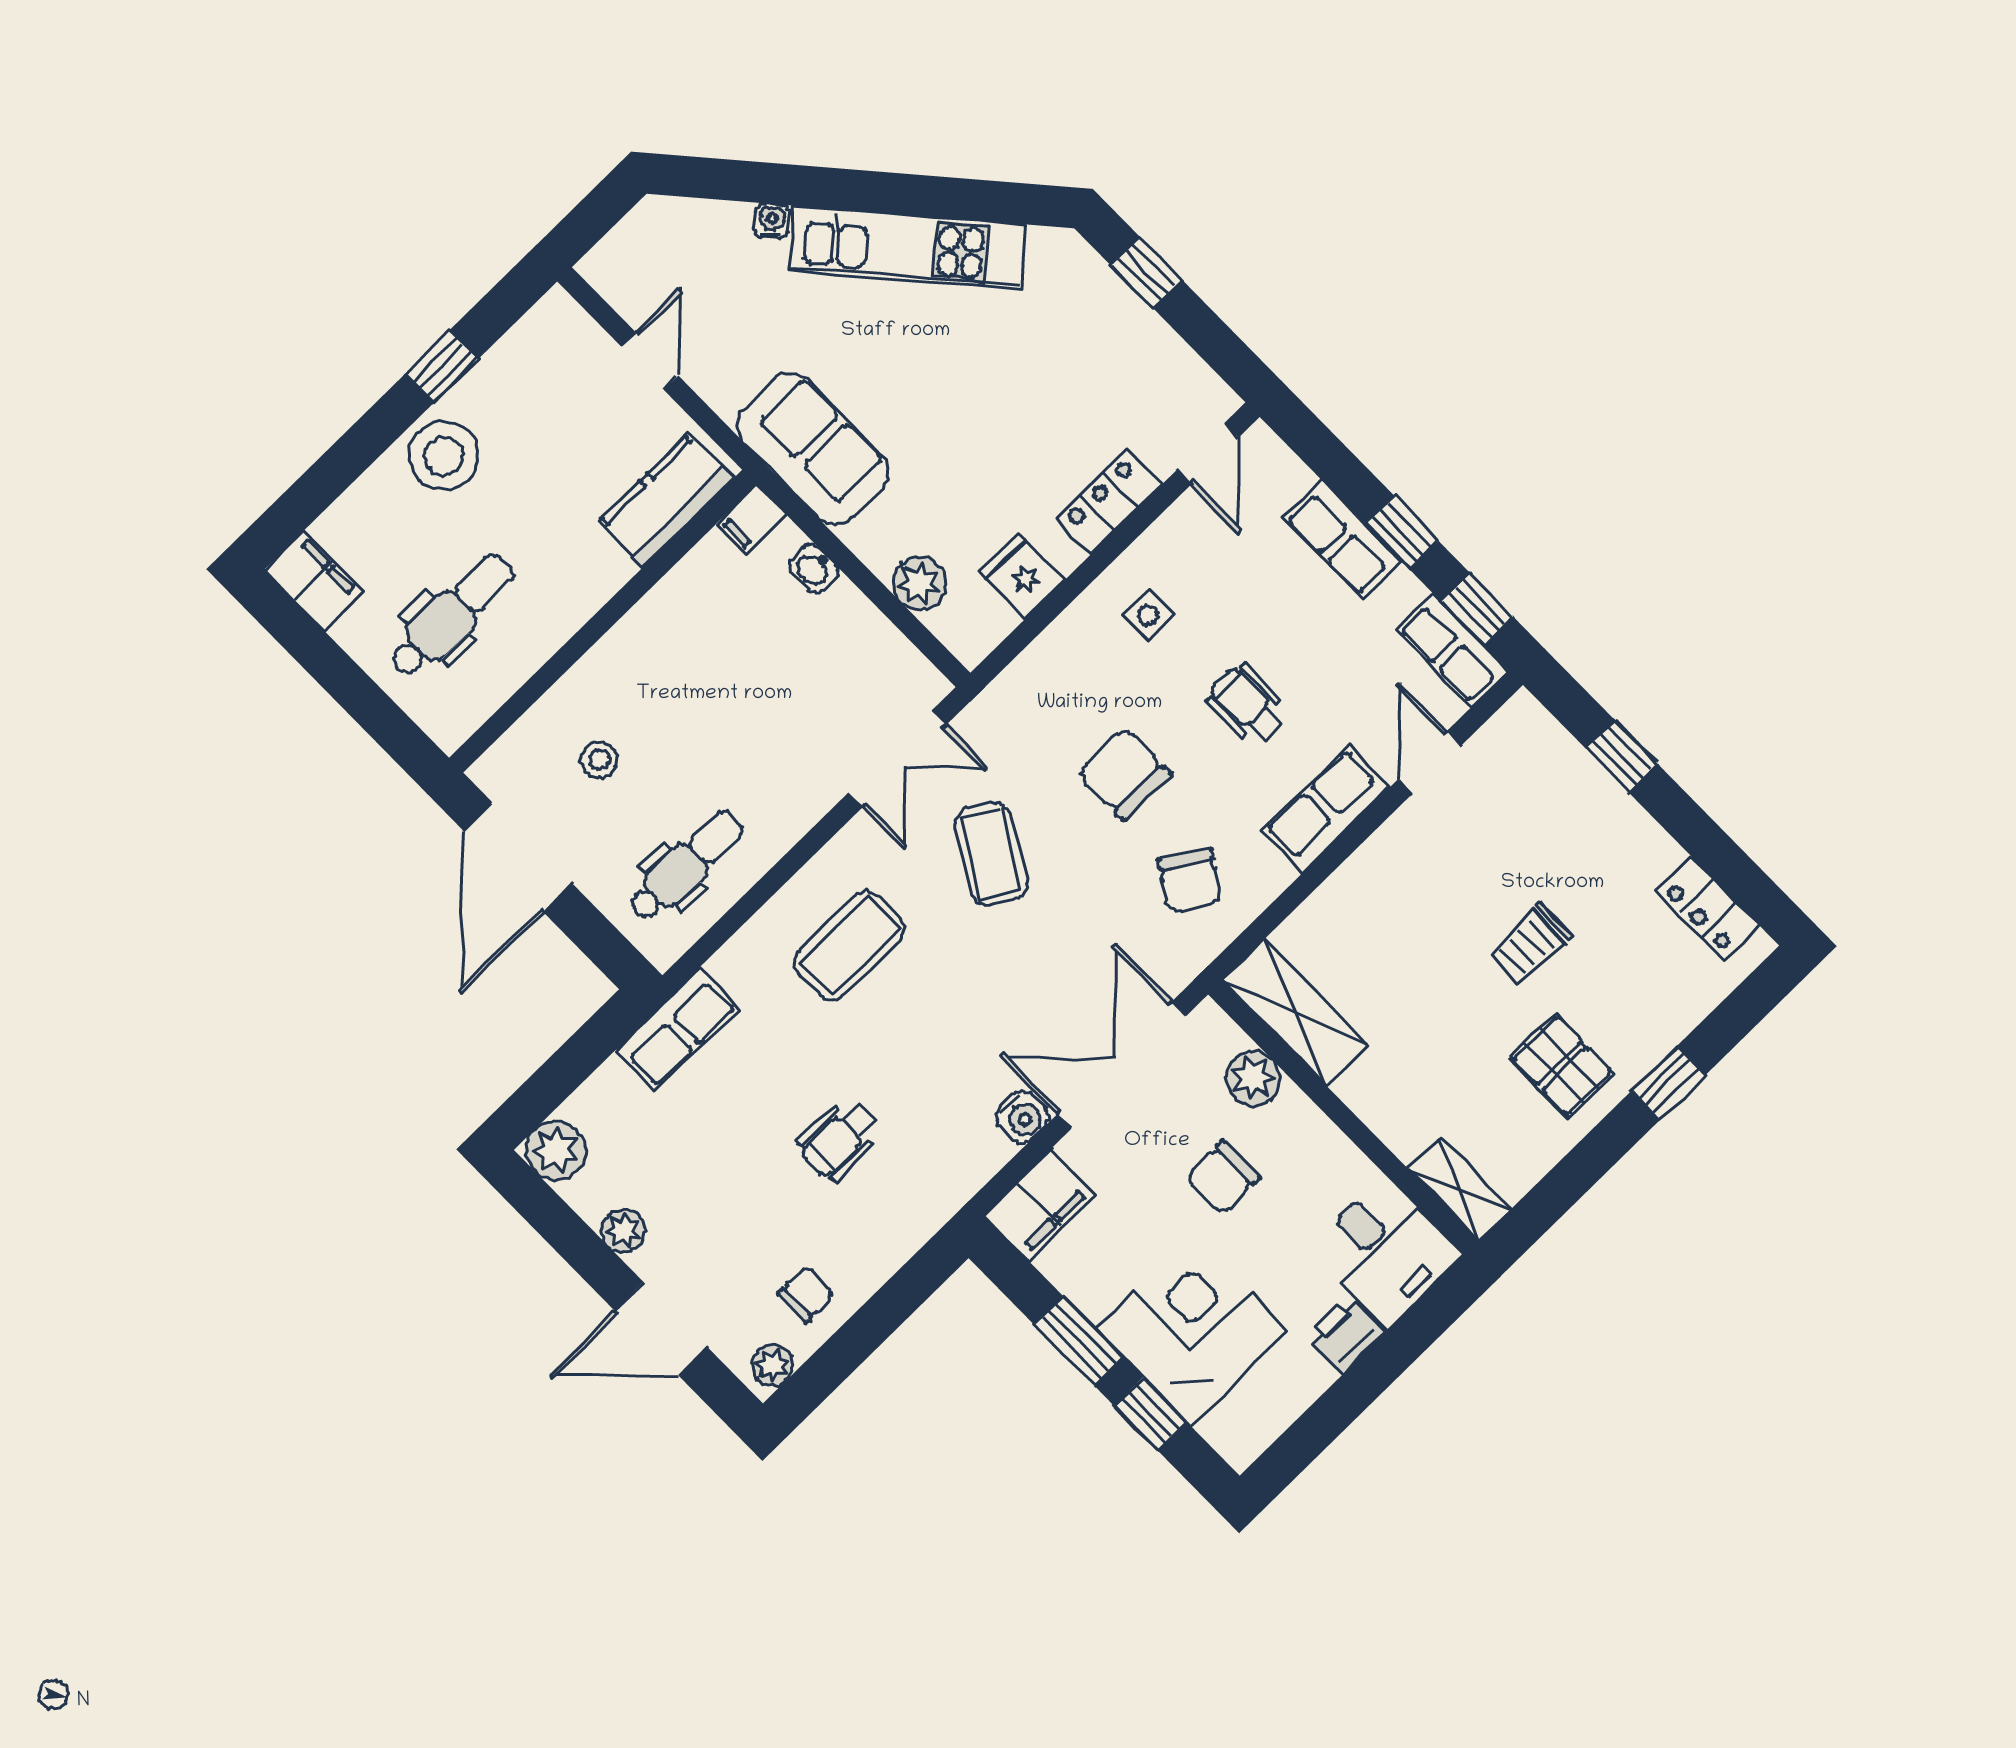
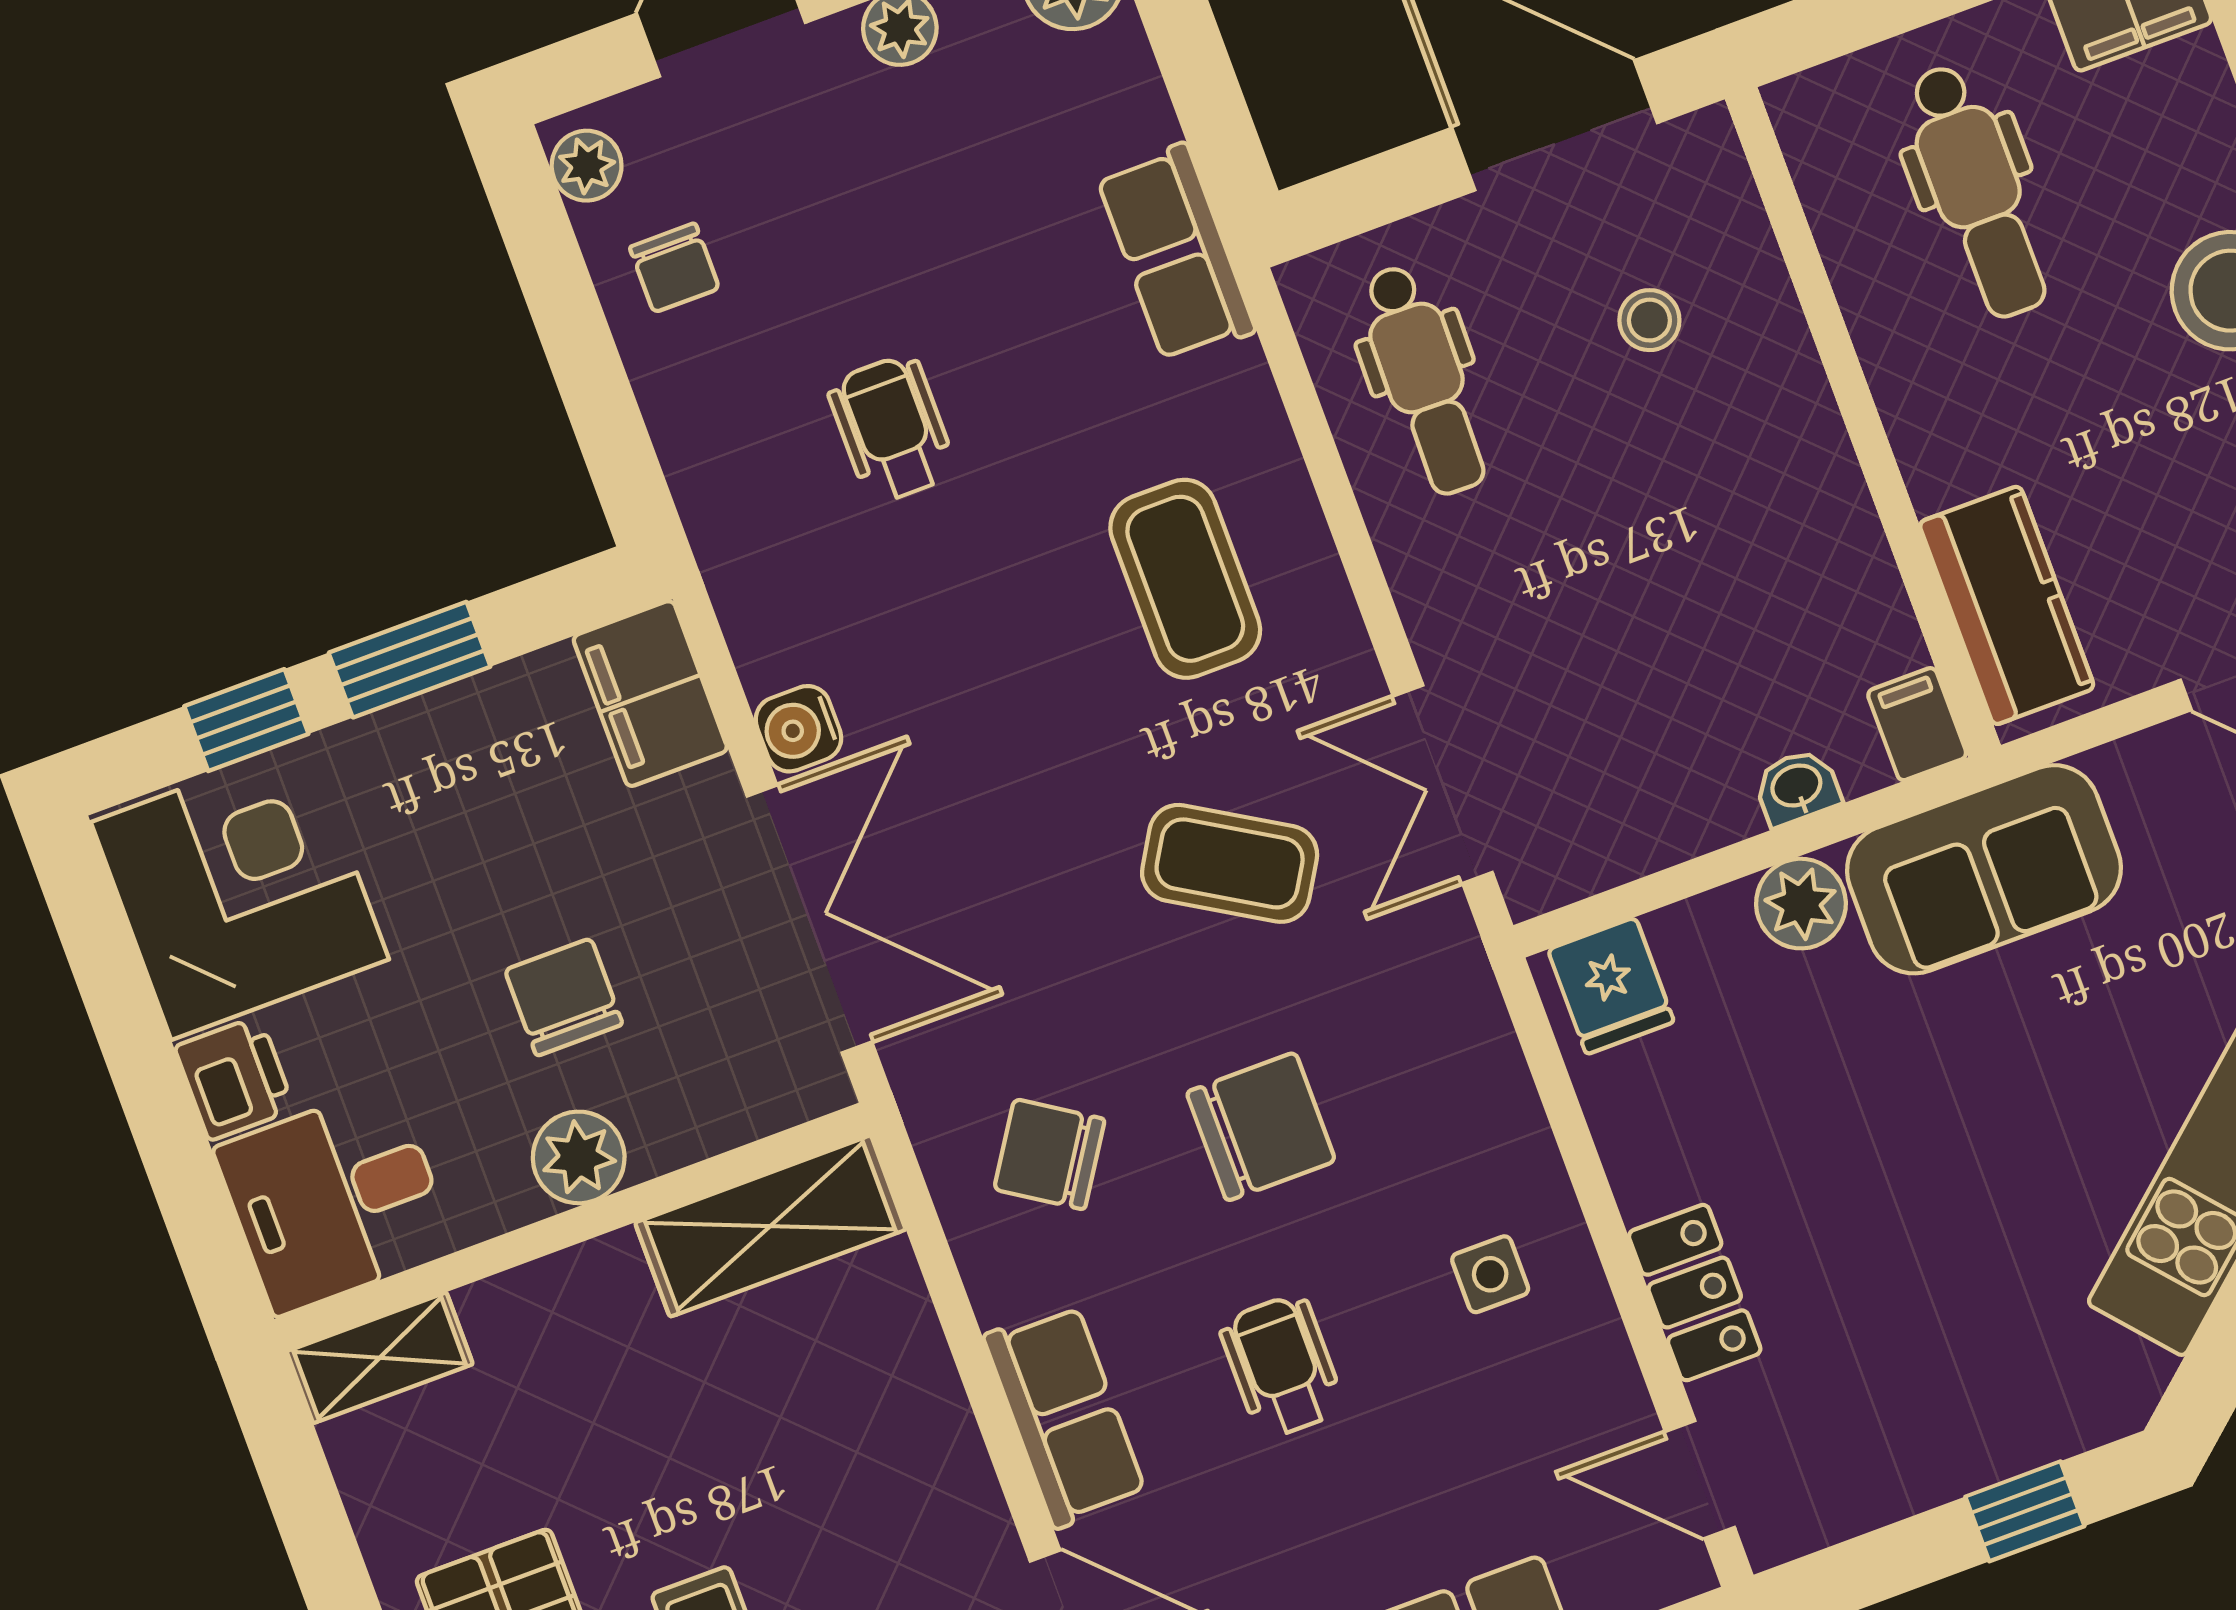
fridge: (1022, 576) -> (1611, 986), moved, turned 90
plant: (919, 584) -> (1801, 904), moved
wheelchair: (1247, 705) -> (1282, 1366), turned -90
plant: (1253, 1078) -> (579, 1157), moved
corner desk: (1192, 1330) -> (240, 891), moved, turned -90

